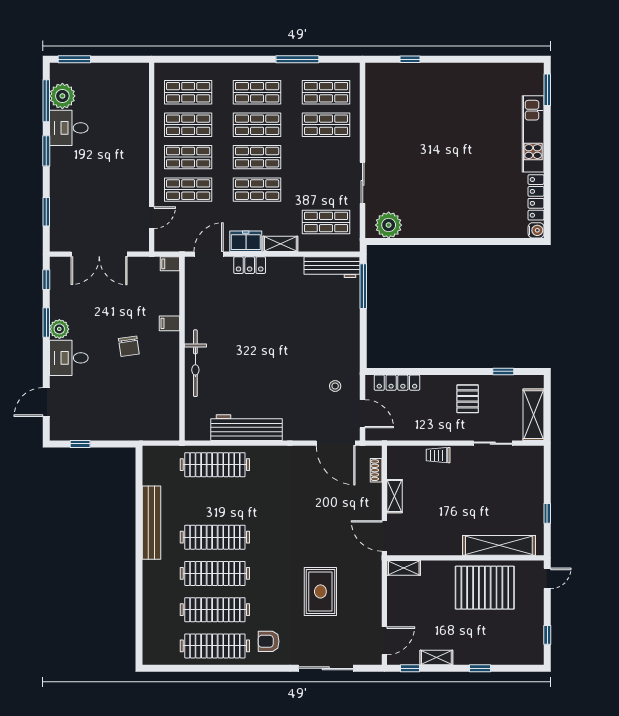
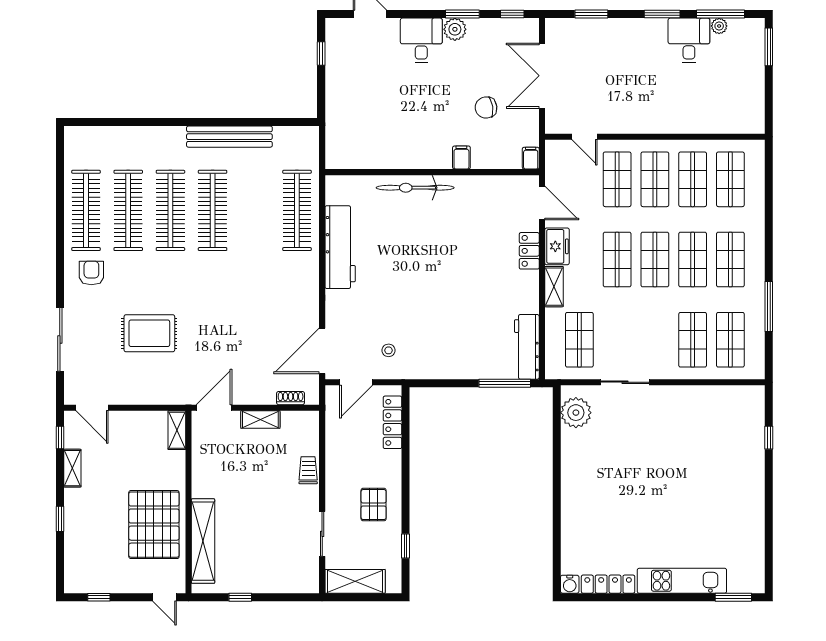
plant: (62, 96) -> (719, 26), width x0.53, depth x0.53
chair: (129, 346) -> (486, 108), moved
pallet: (468, 399) -> (374, 505), turned 90

